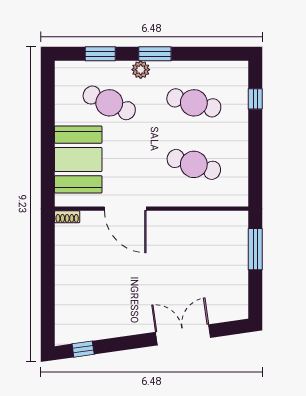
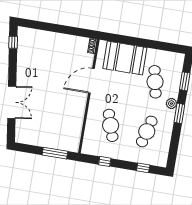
cafe table: (109, 103) -> (155, 82), turned -36
cafe table: (194, 164) -> (111, 125), turned -36
window: (255, 164) -> (105, 161), added

